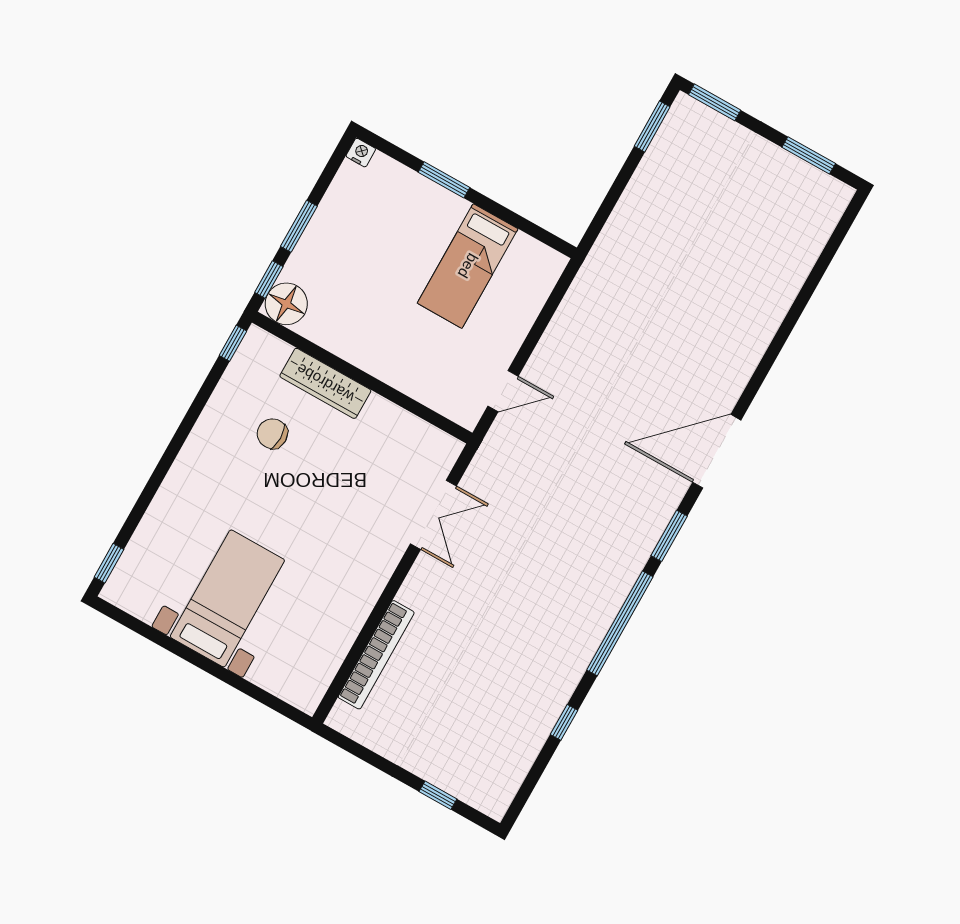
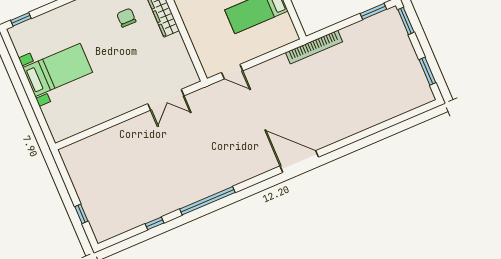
window: (669, 536) -> (254, 181), removed
bookcase: (376, 655) -> (314, 47), moved

